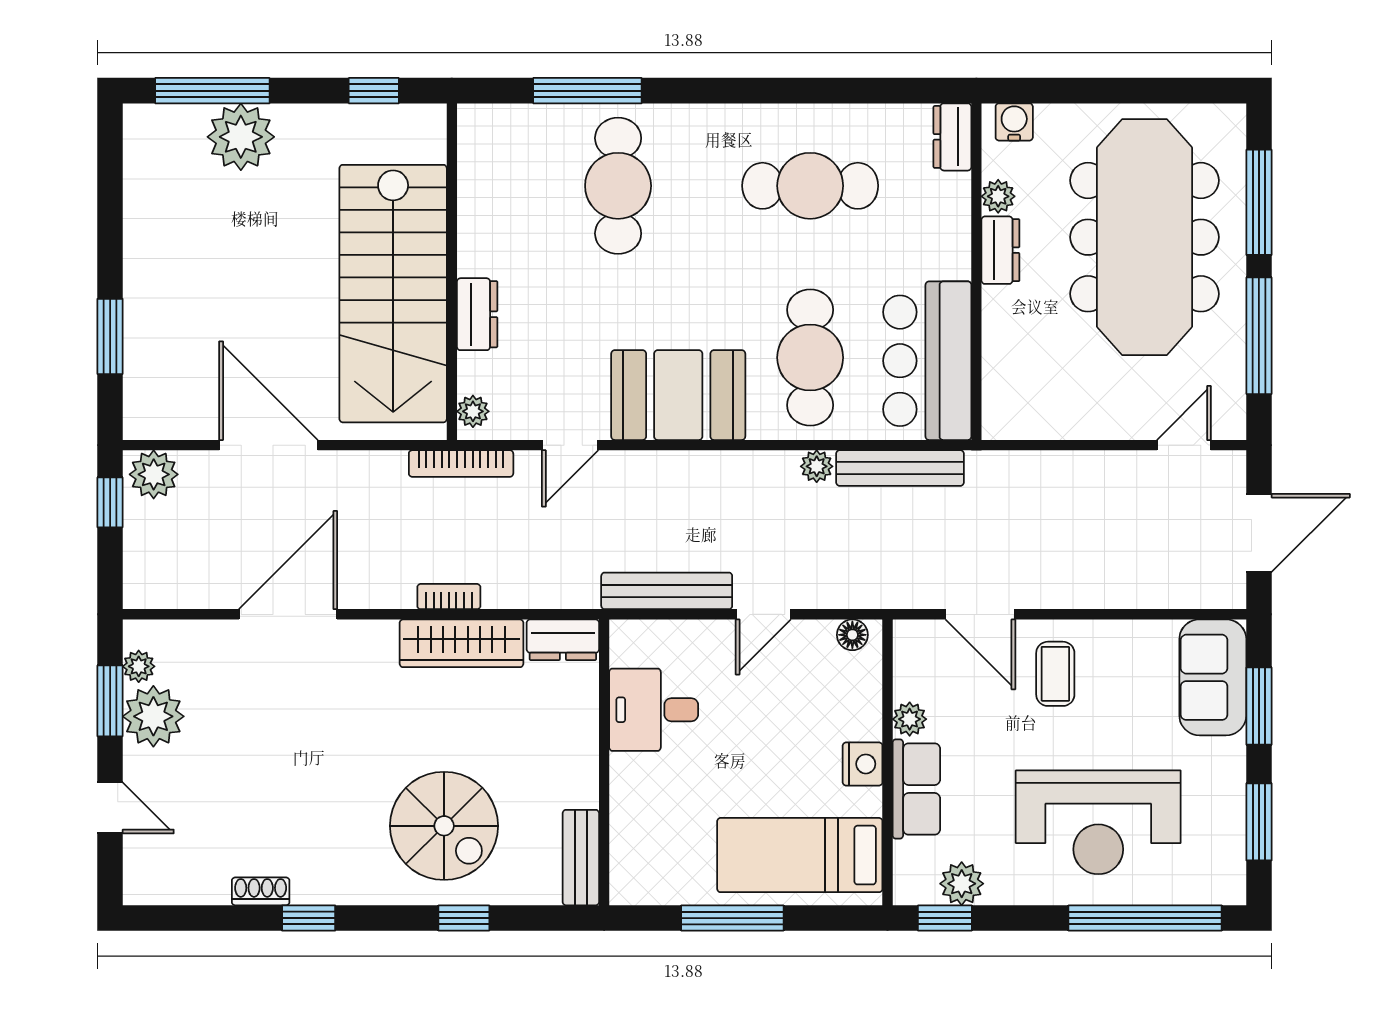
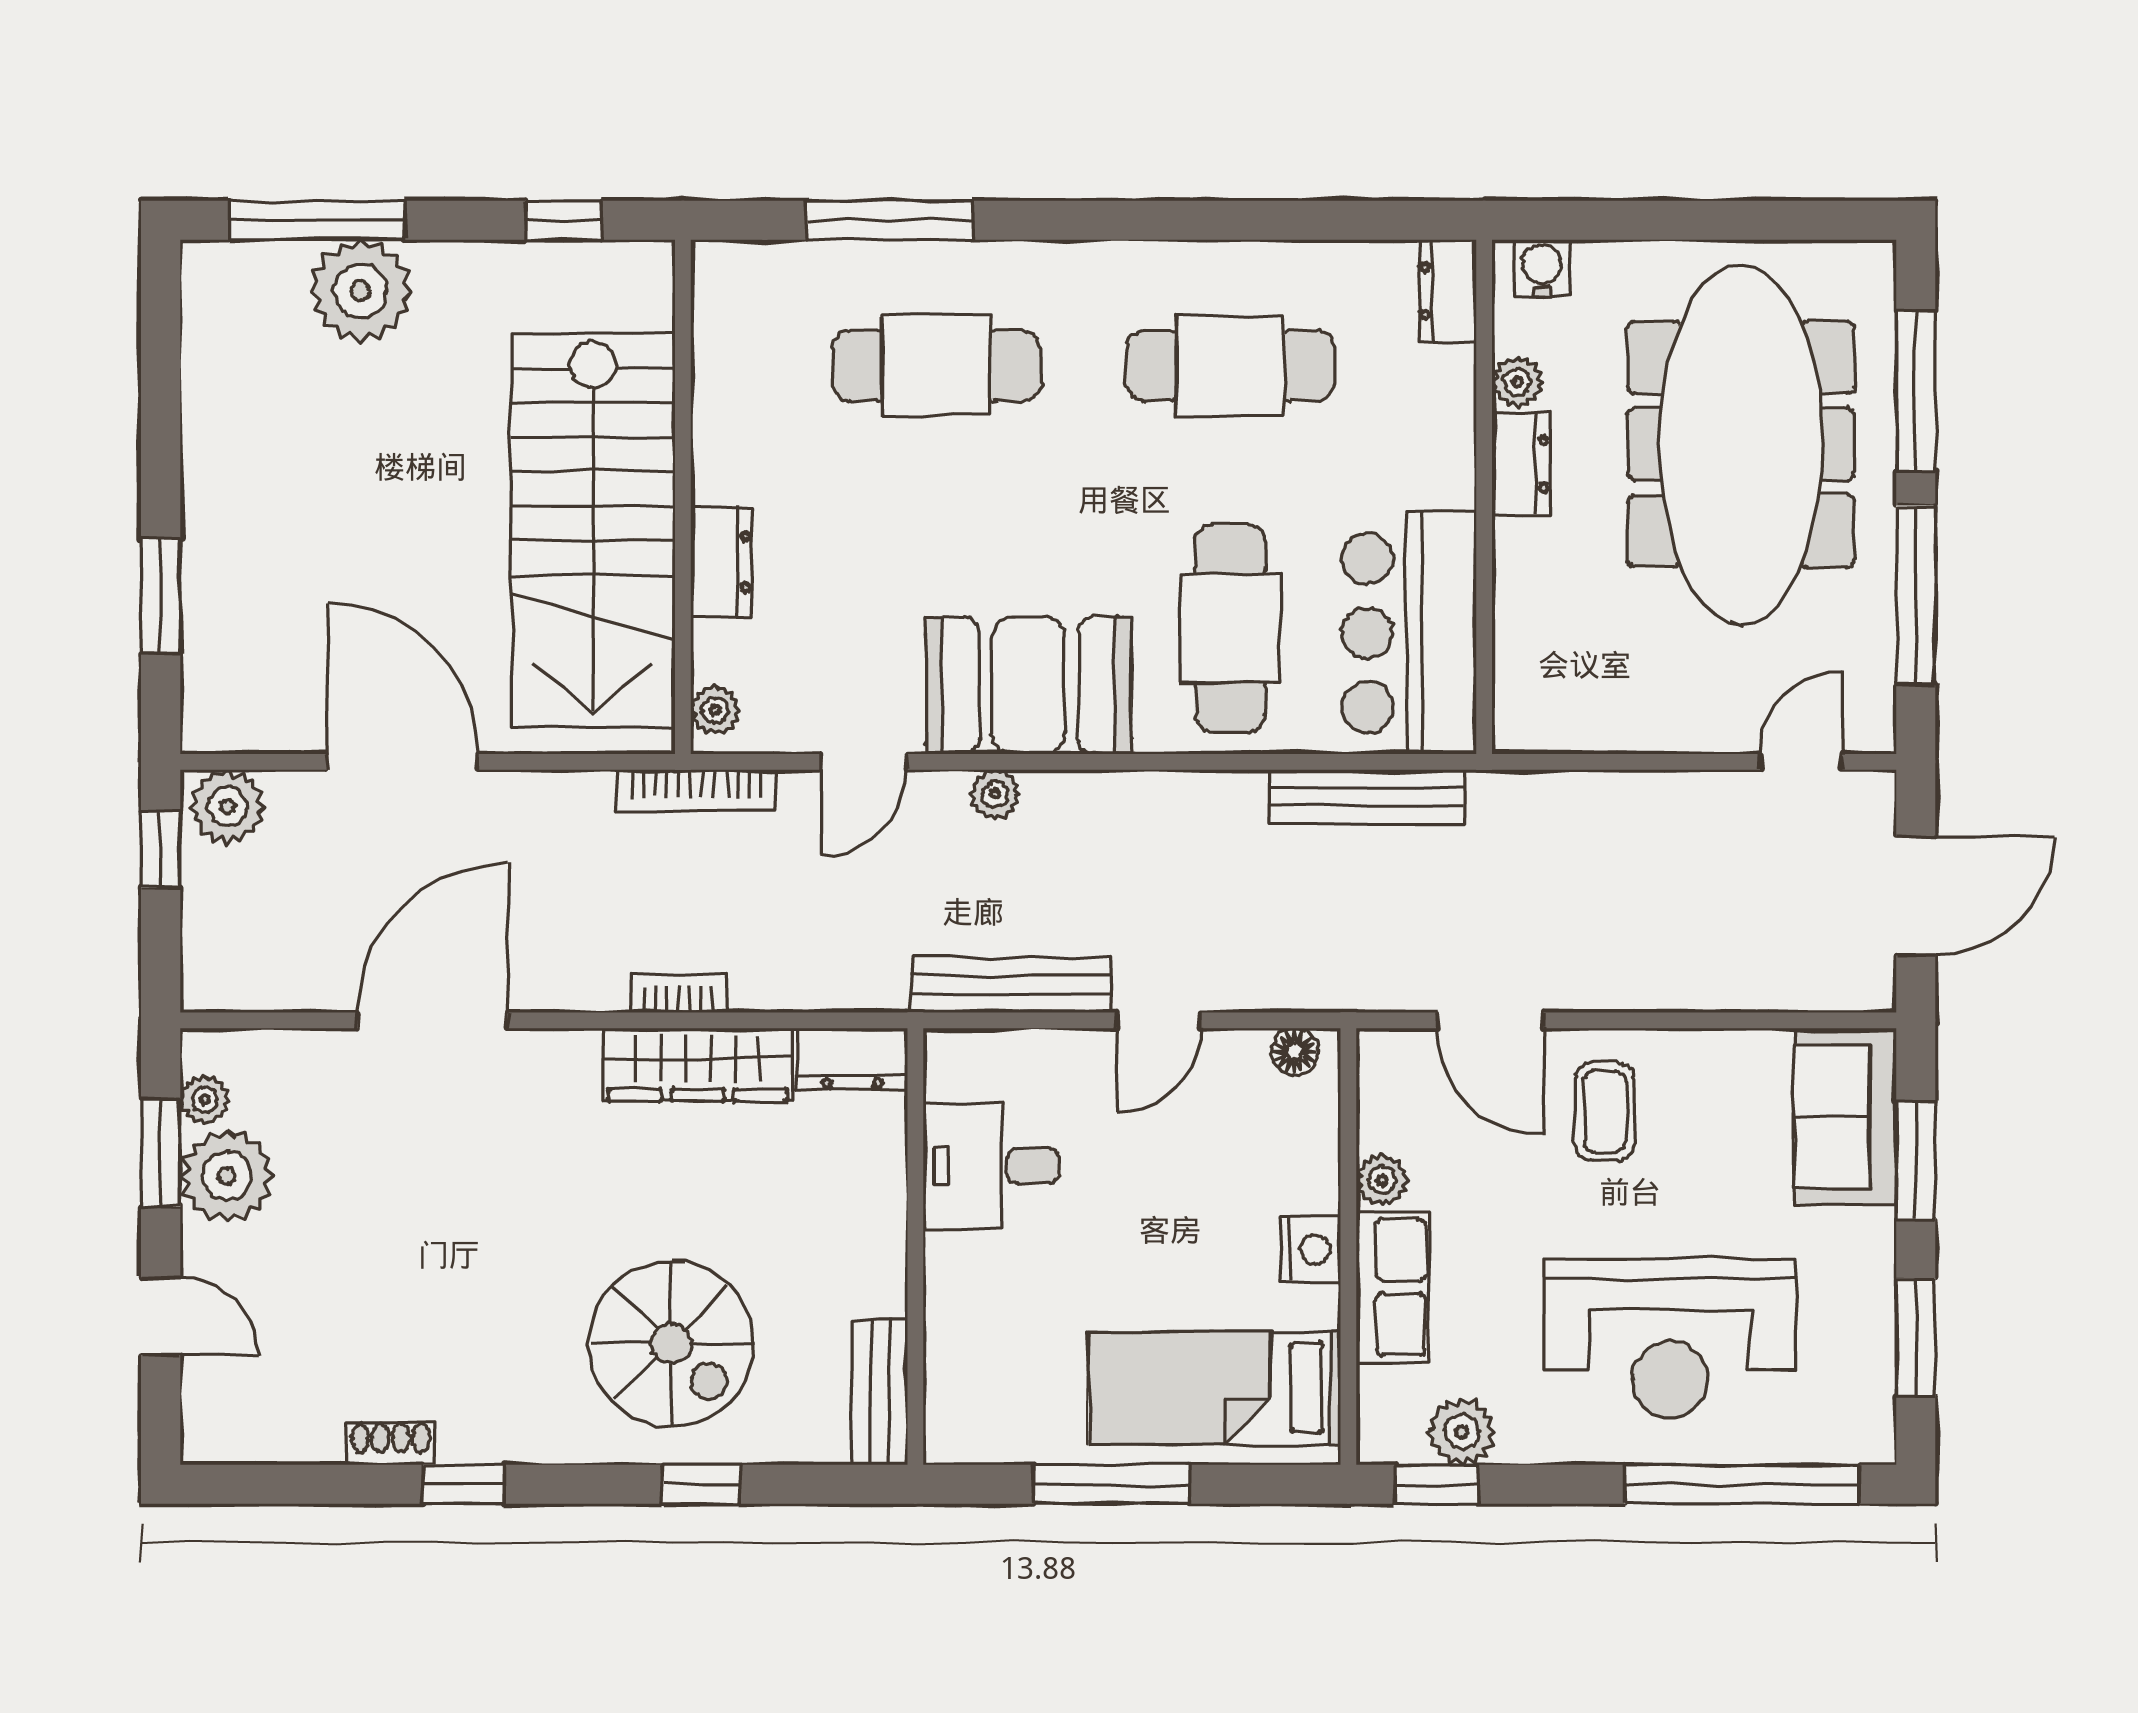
cafe table: (618, 186) -> (937, 366), turned 90
plant: (817, 466) -> (995, 794), moved

